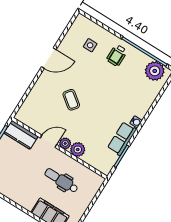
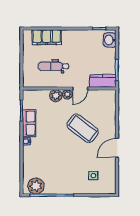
wheelchair: (117, 55) -> (70, 180), removed
coffee table: (71, 100) -> (83, 128), width x1.86, depth x1.72
dental chair: (61, 181) -> (54, 66), turned 180

